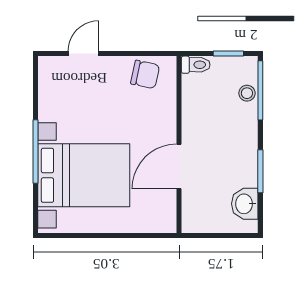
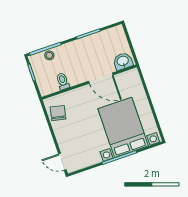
door: (84, 54) -> (62, 162), moved
toilet: (196, 65) -> (63, 81), moved
washbasin: (245, 204) -> (123, 61), moved, turned 180

